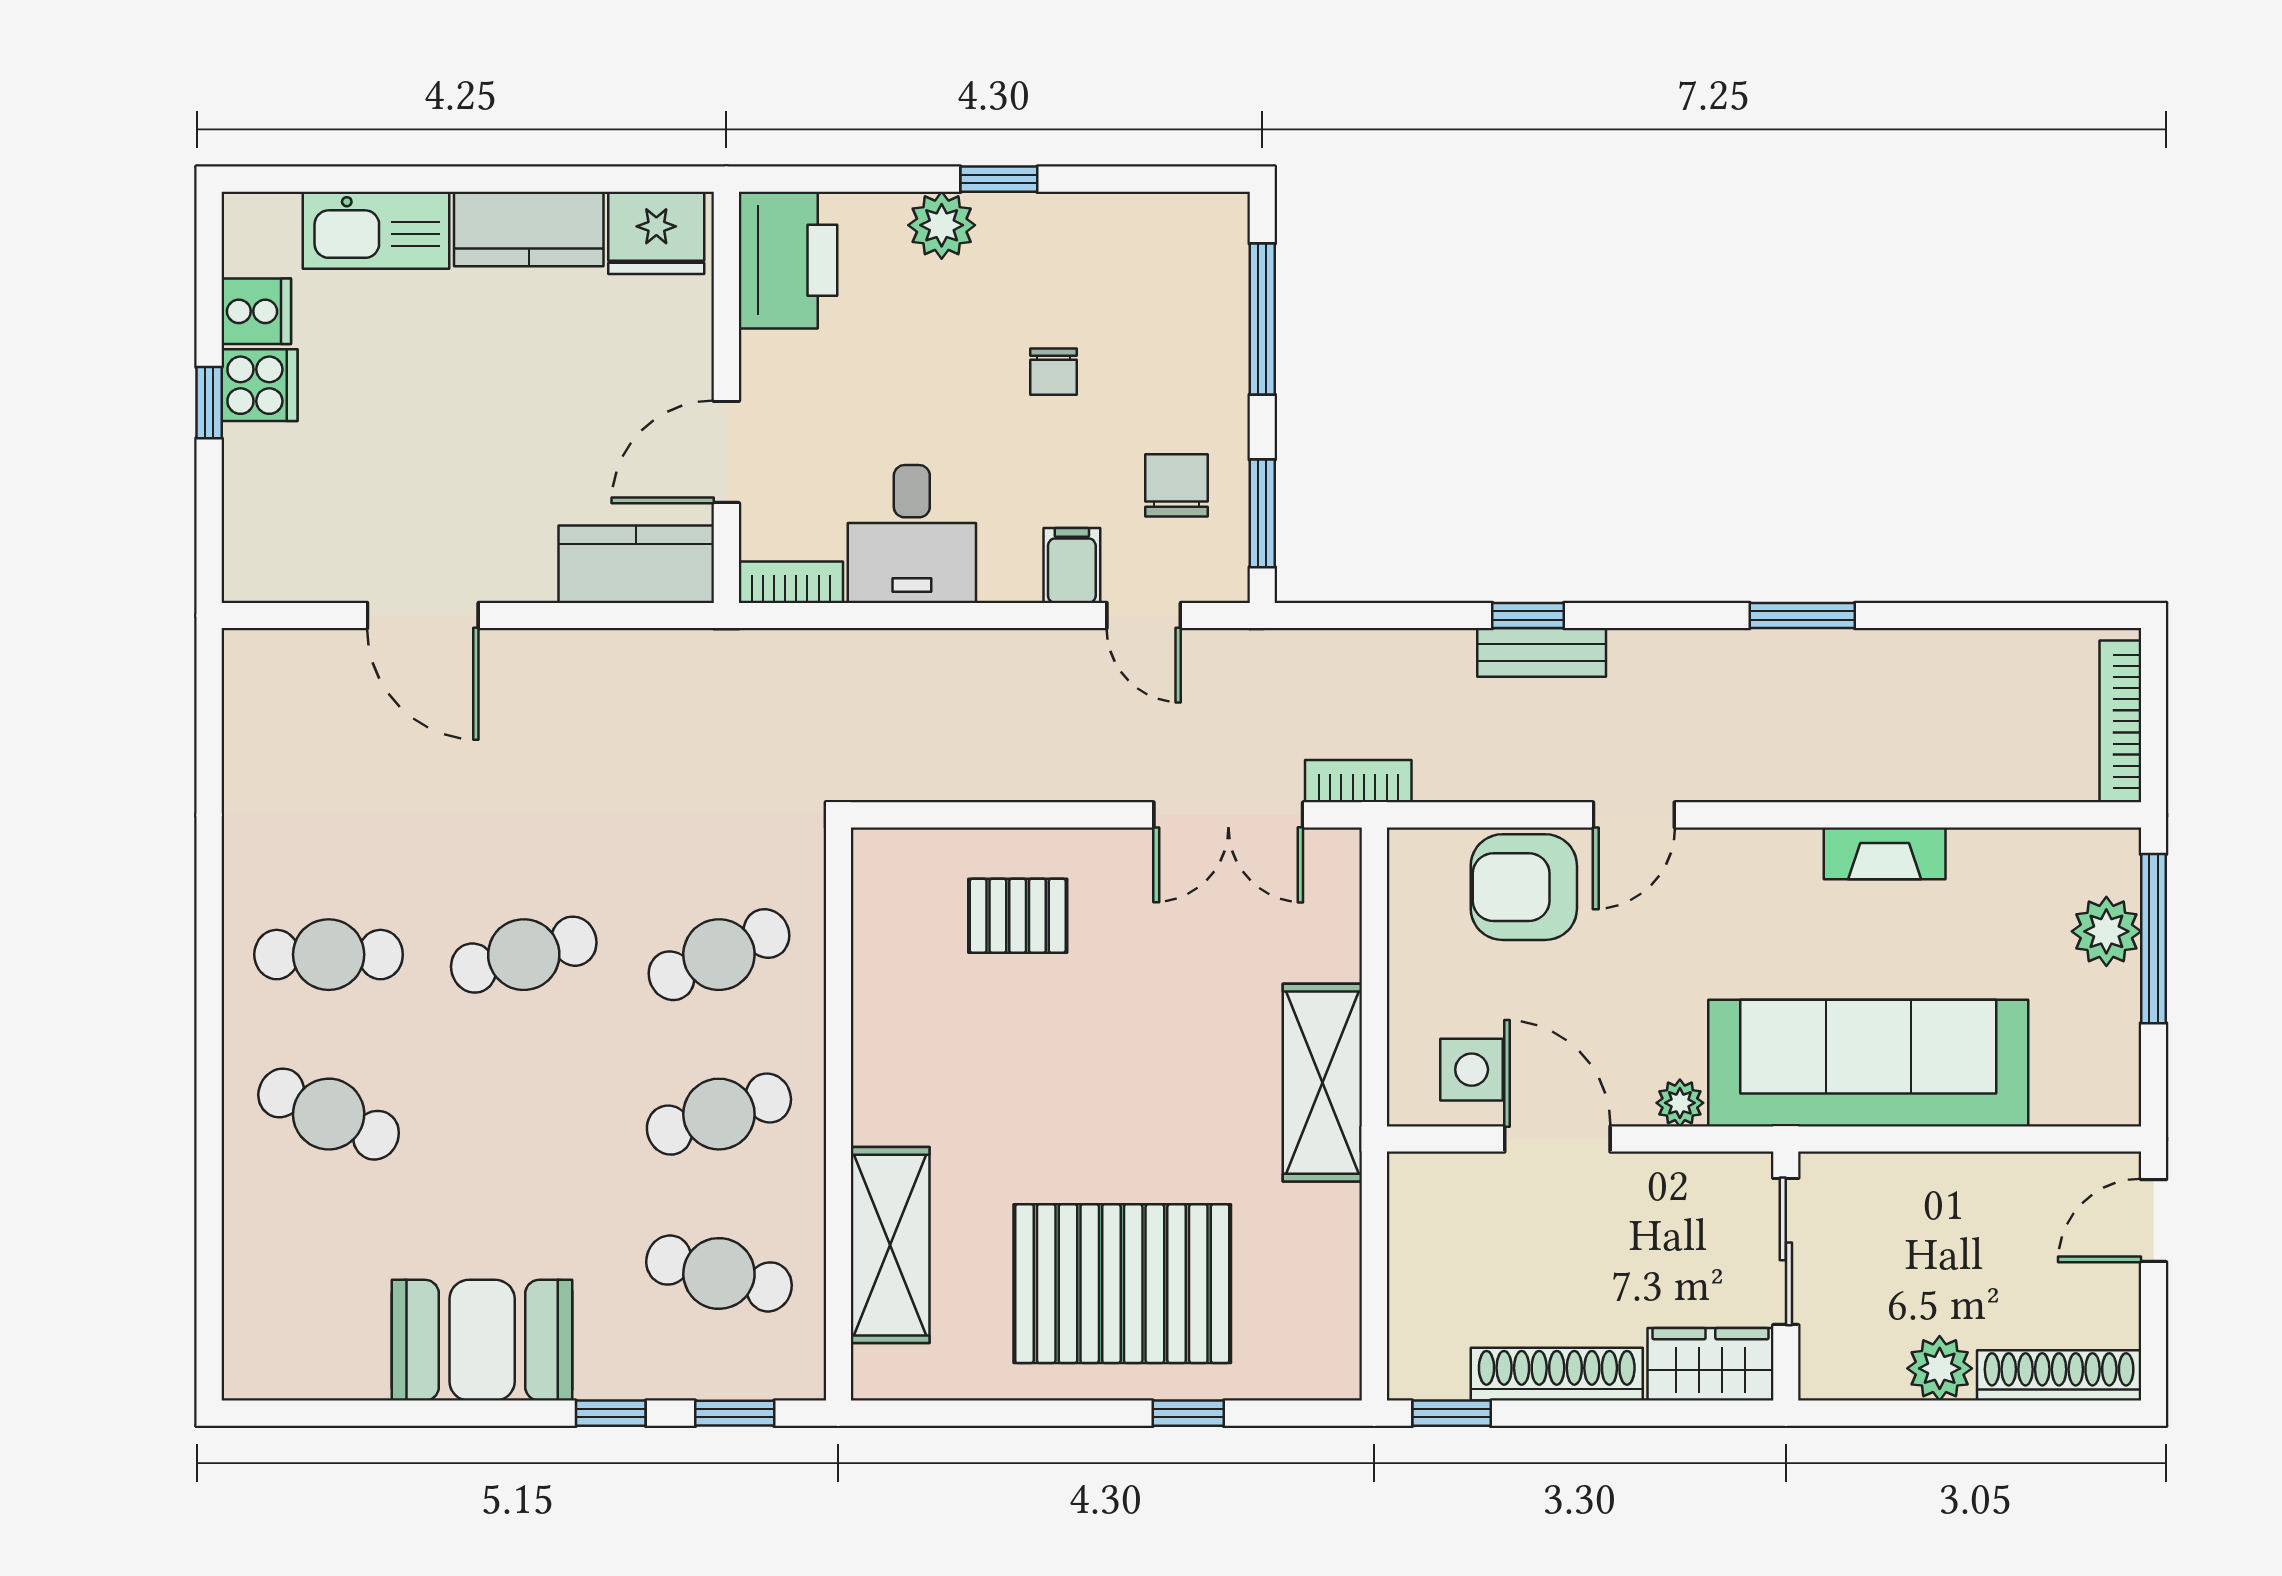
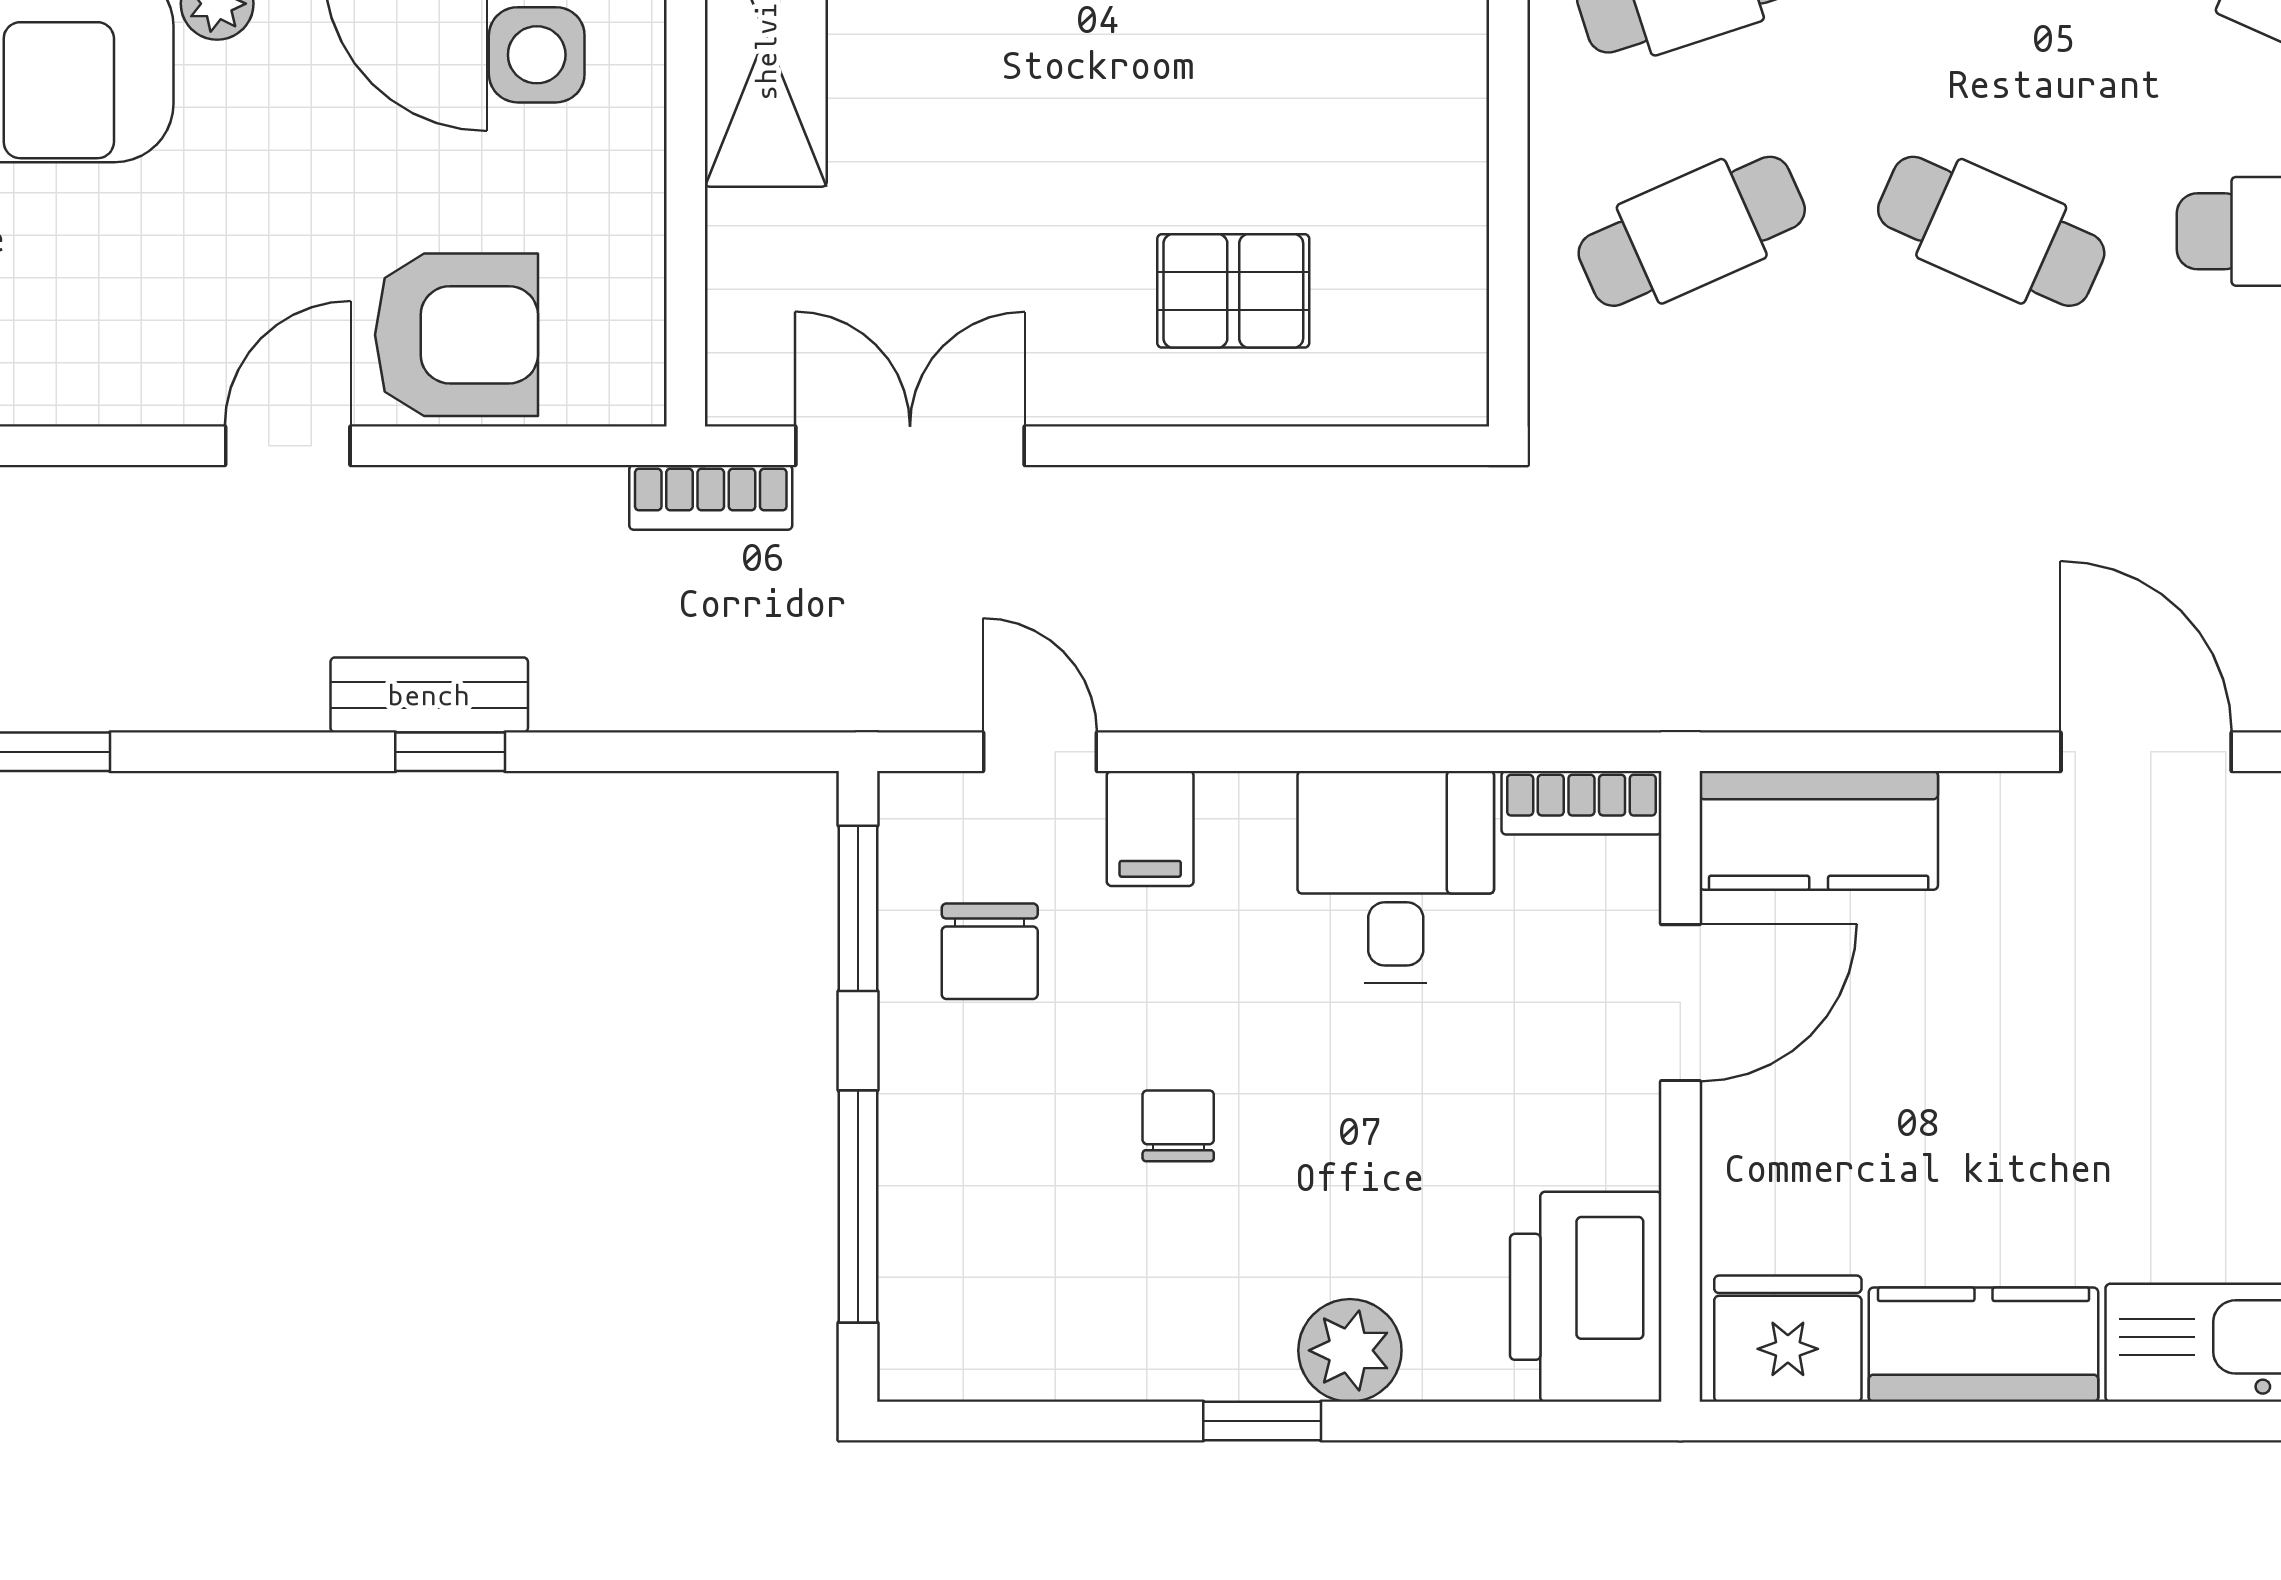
cafe table: (524, 955) -> (1991, 231), turned 39

